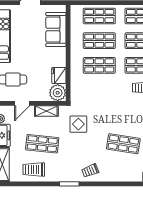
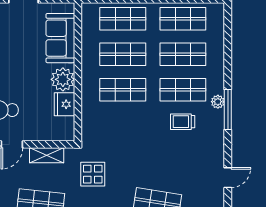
plant: (58, 93) -> (63, 79), moved

